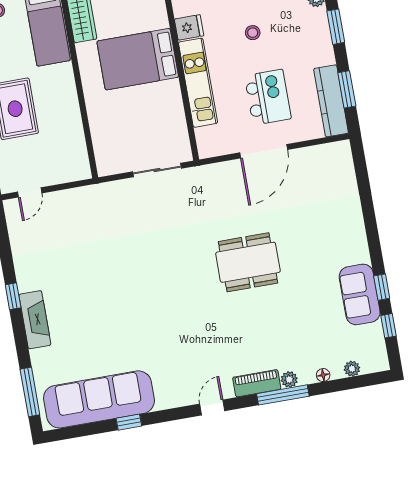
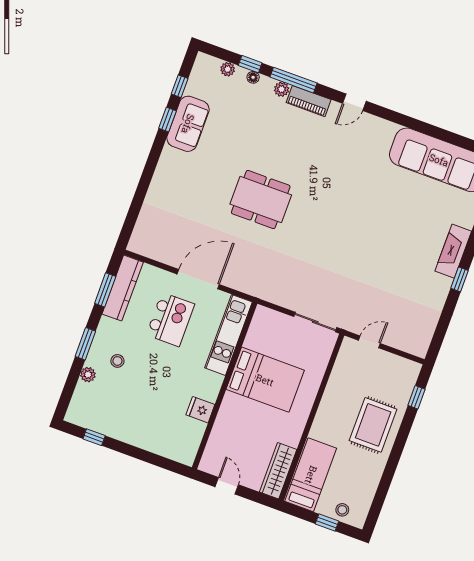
stool: (253, 33) -> (117, 361), moved
bed: (138, 59) -> (265, 380), moved
kitchen unit: (198, 83) -> (228, 335), moved
kitchen island: (268, 97) -> (170, 319), turned 180
sliding door: (157, 170) -> (315, 322), moved
door: (30, 192) -> (369, 342), moved
window: (129, 422) -> (250, 64), moved

